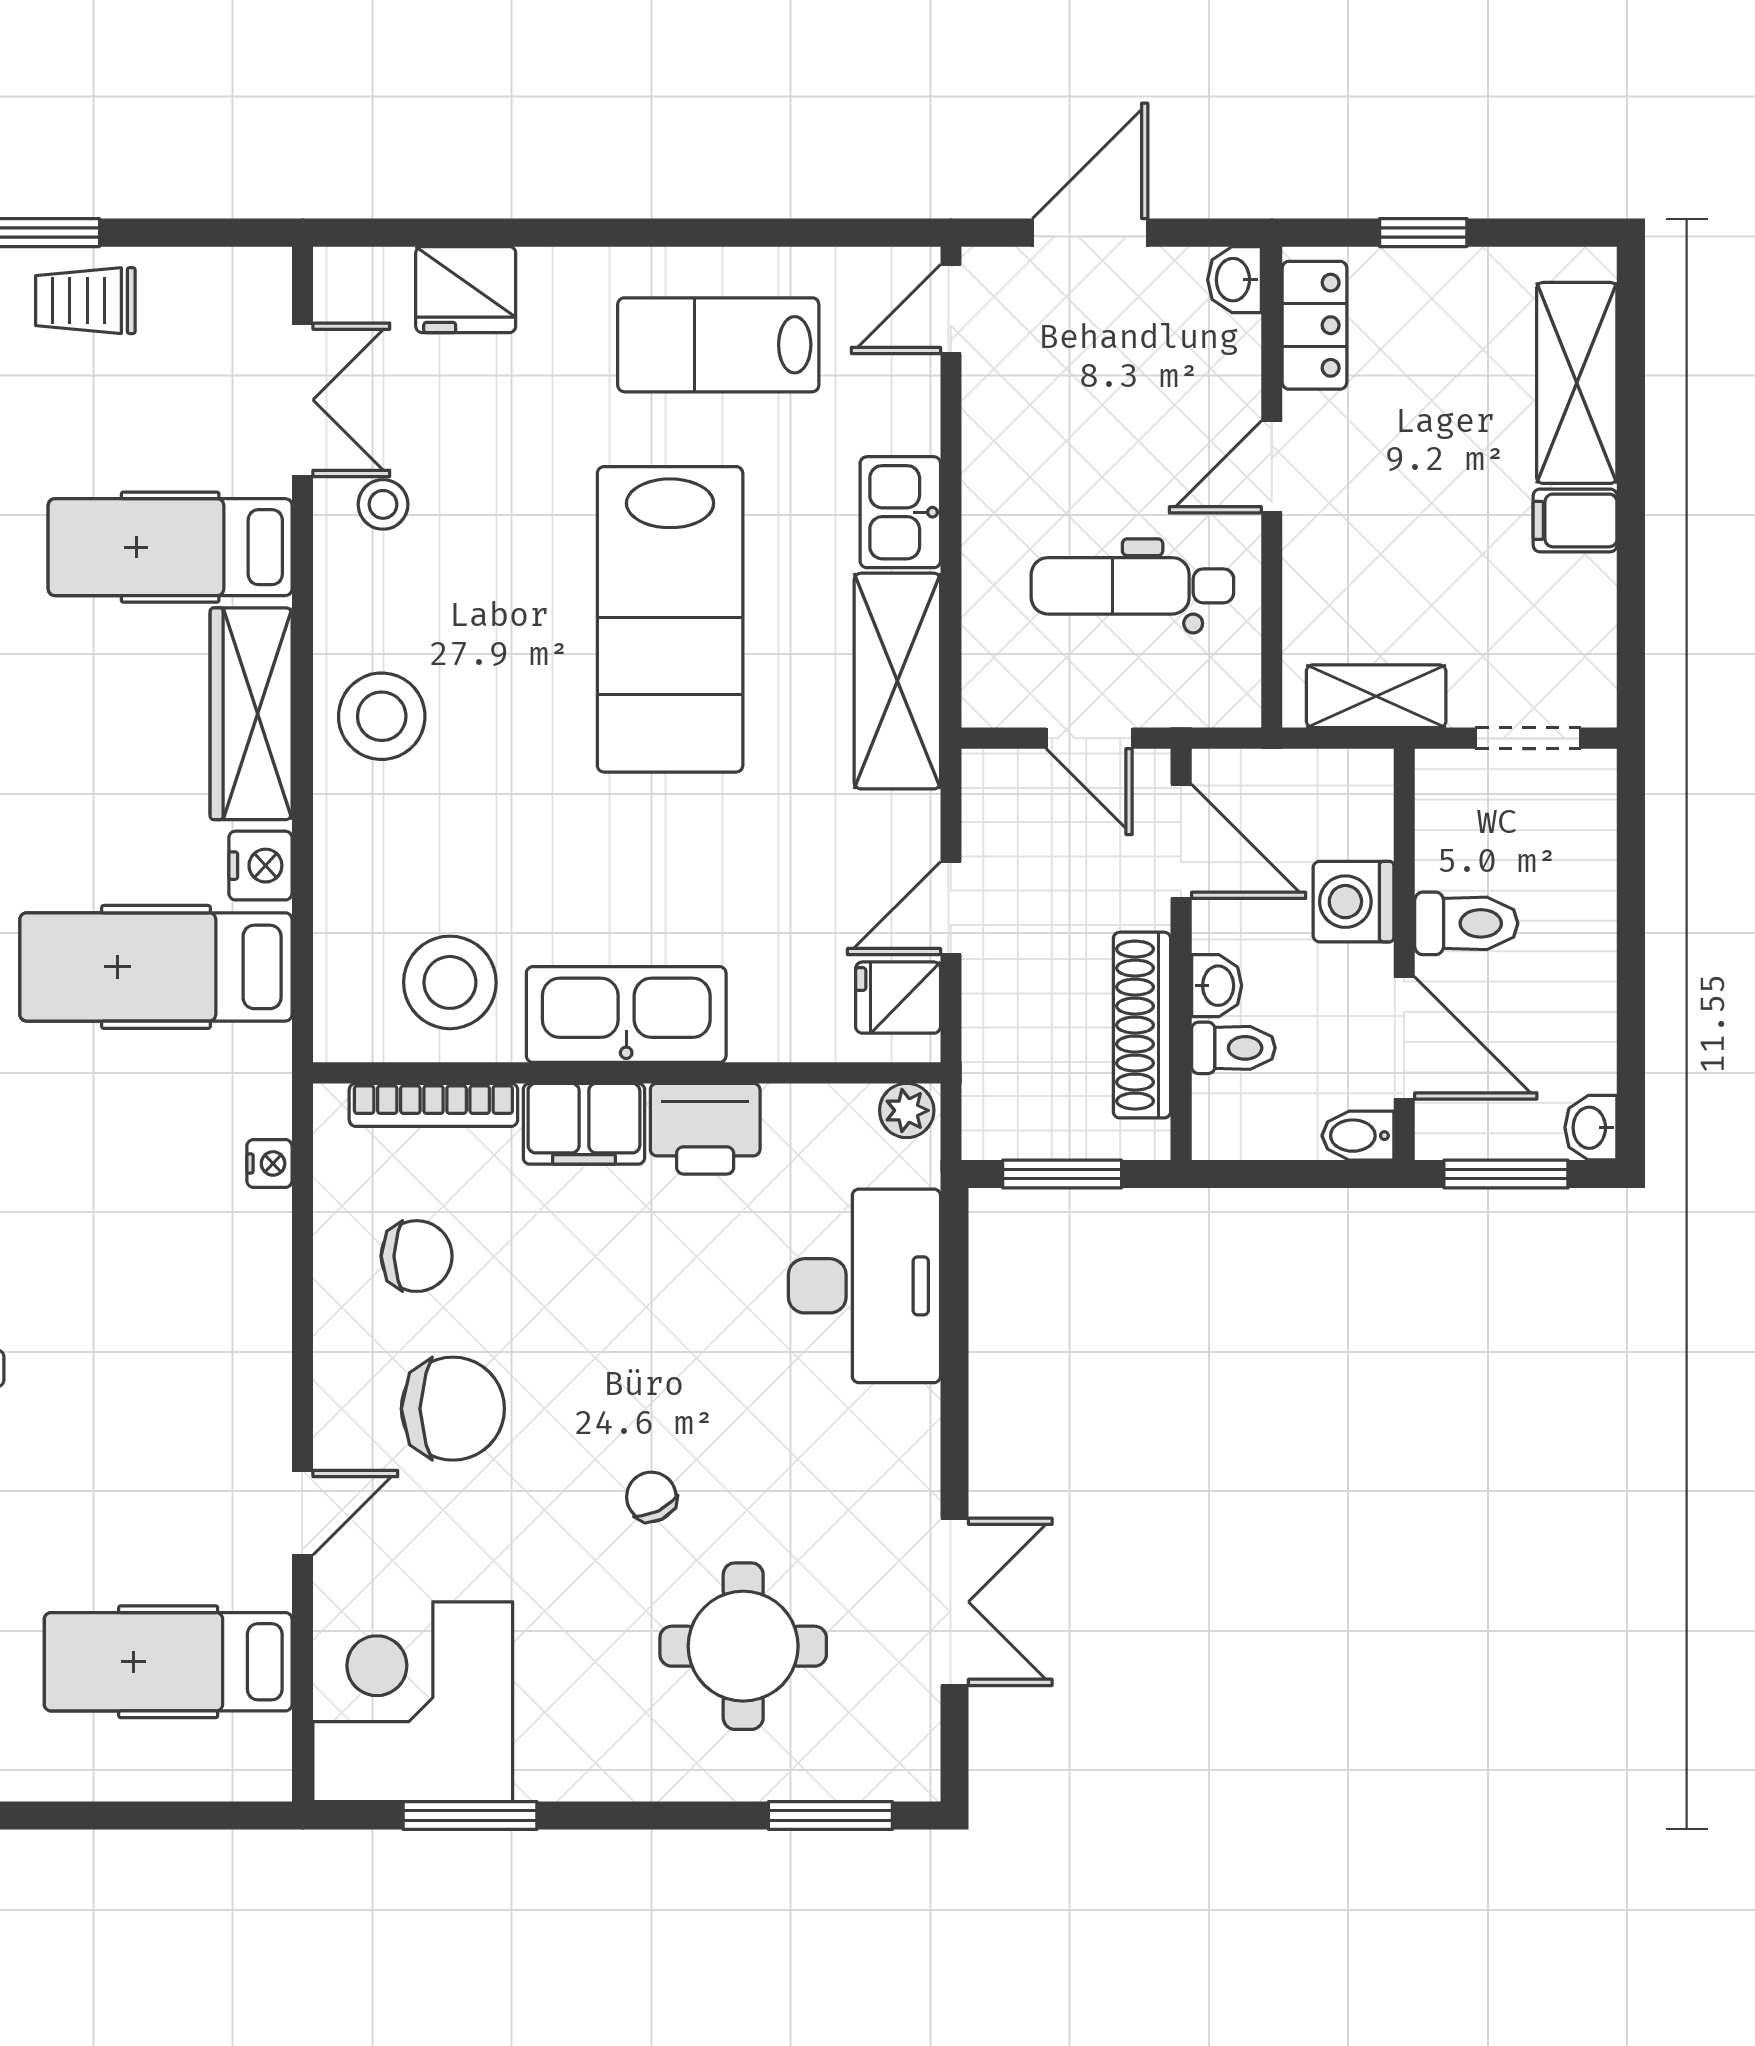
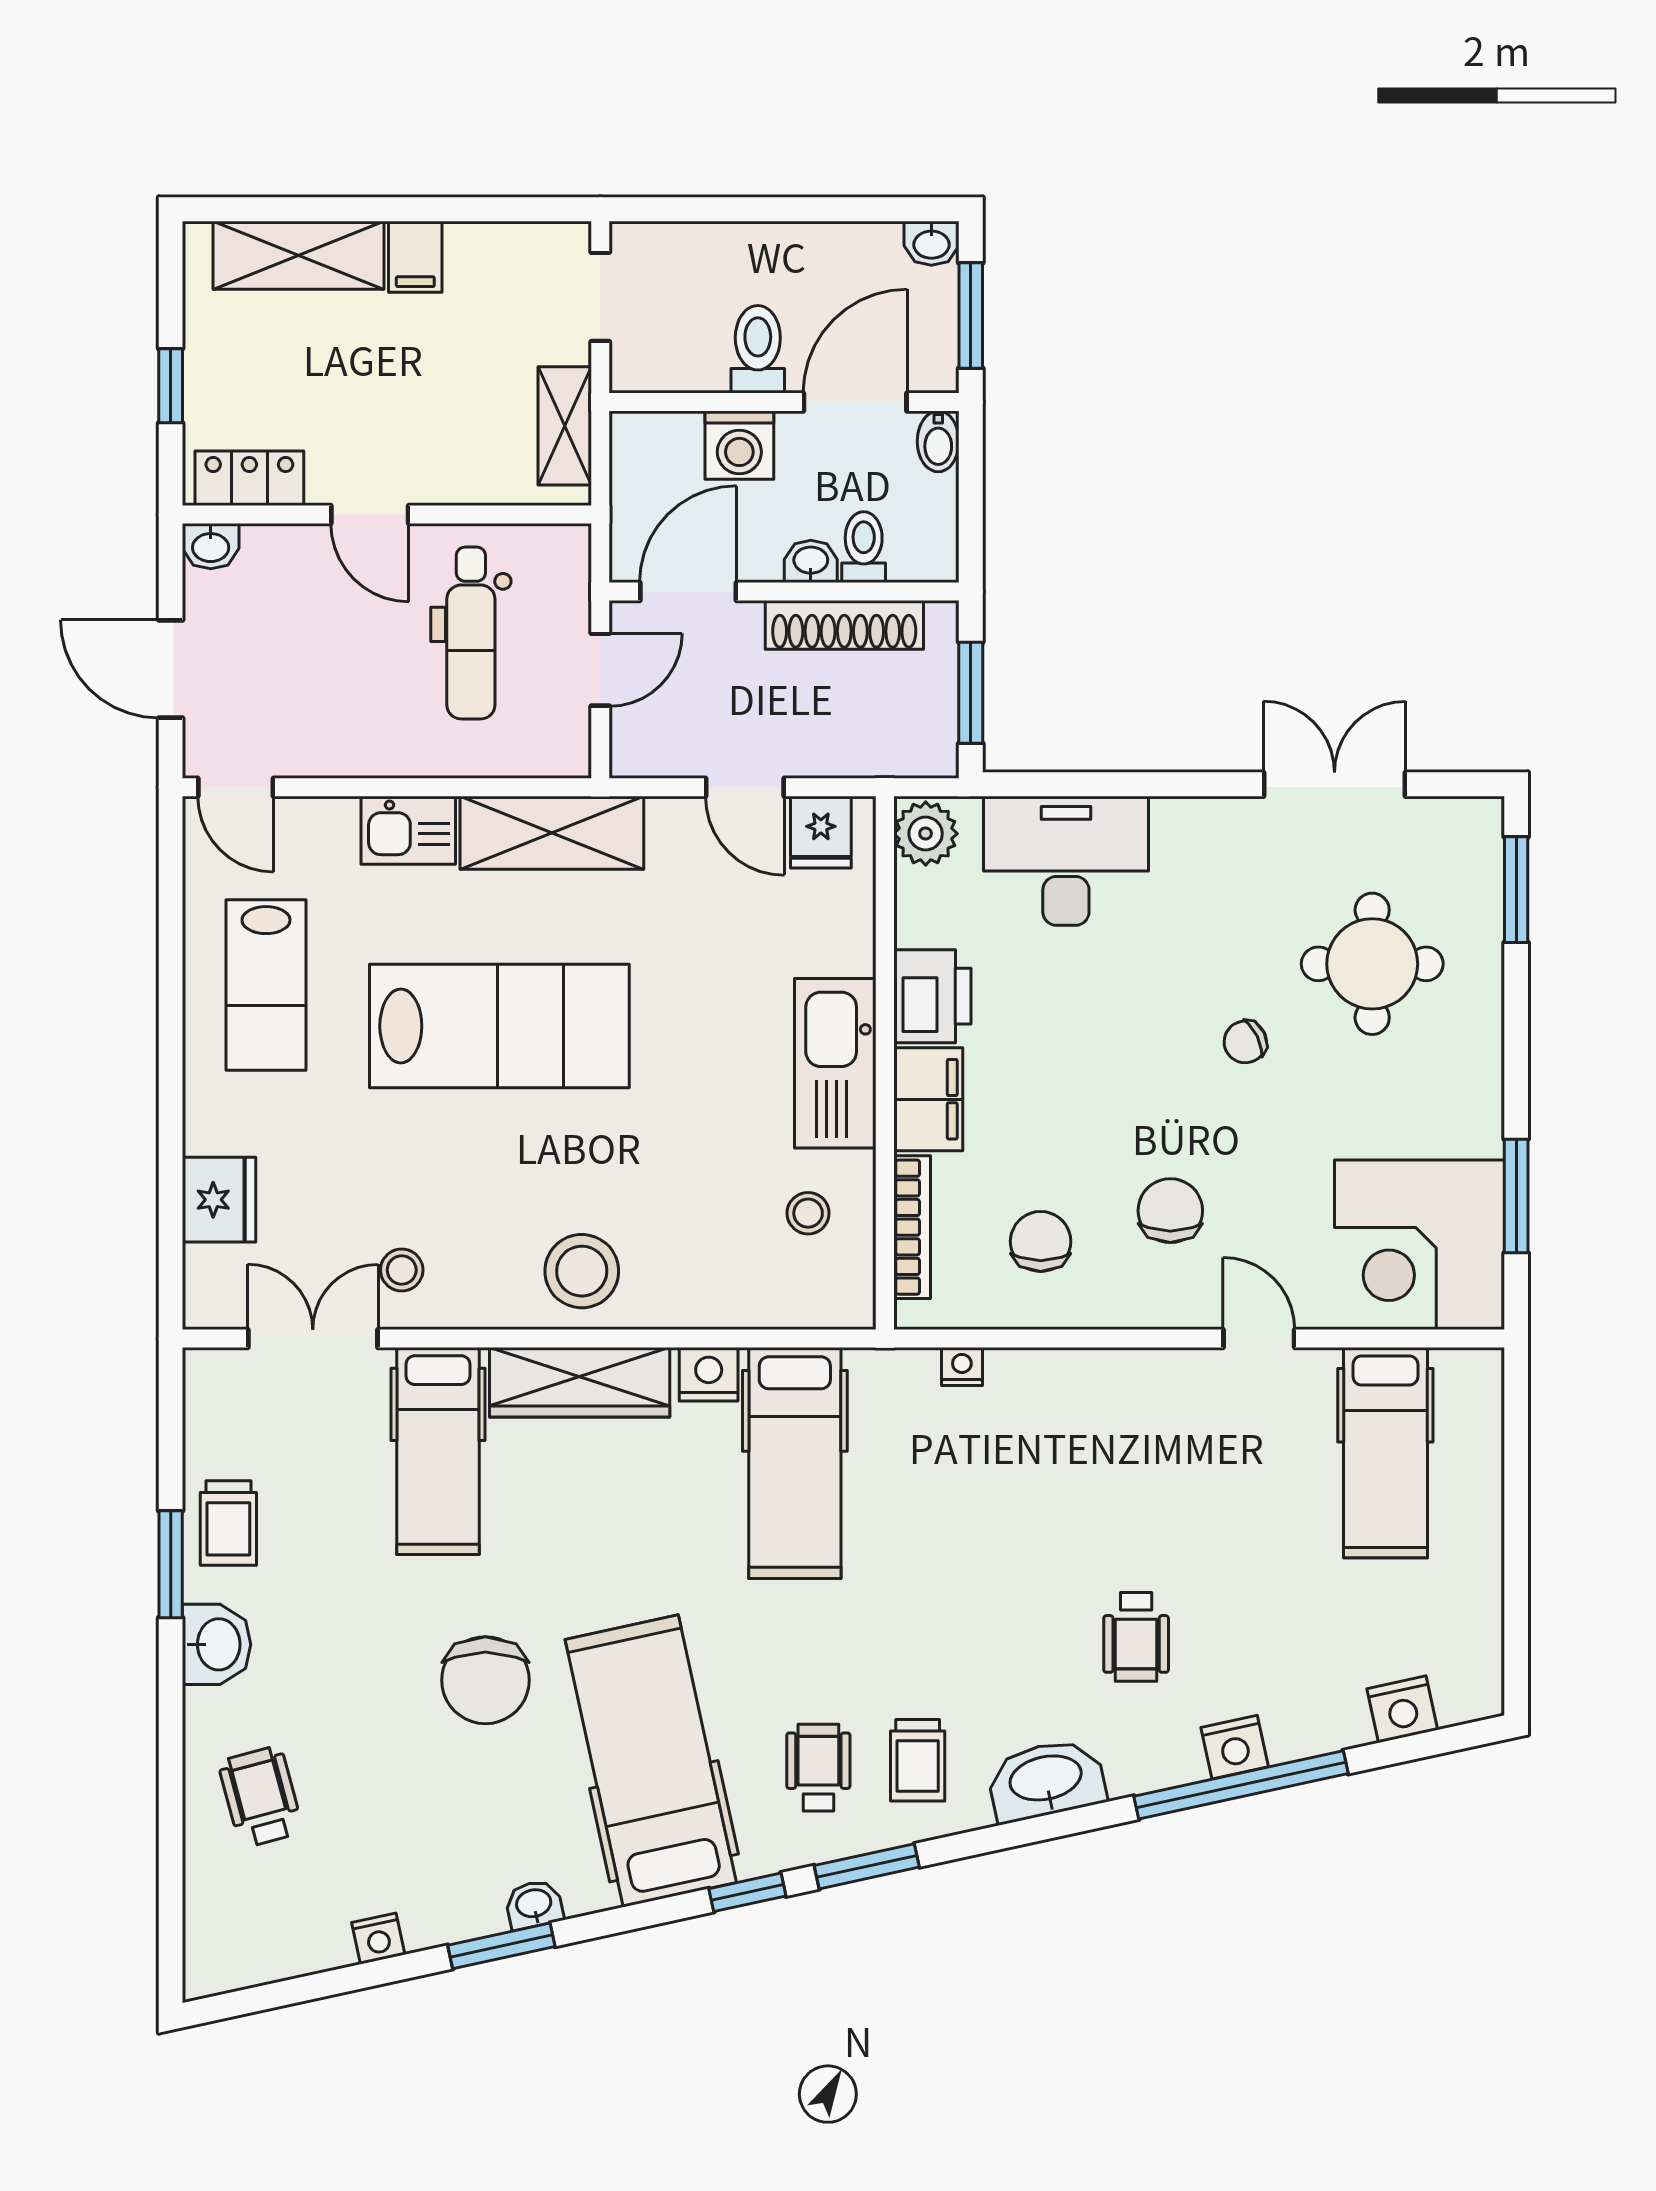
stool: (450, 982) -> (808, 1213), width x0.53, depth x0.53
plant: (907, 1110) -> (926, 834), width x1.38, depth x1.38
chair: (453, 1409) -> (1170, 1211), width x0.73, depth x0.73

